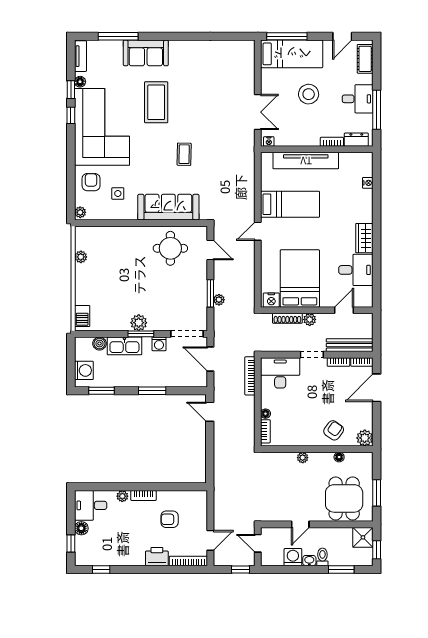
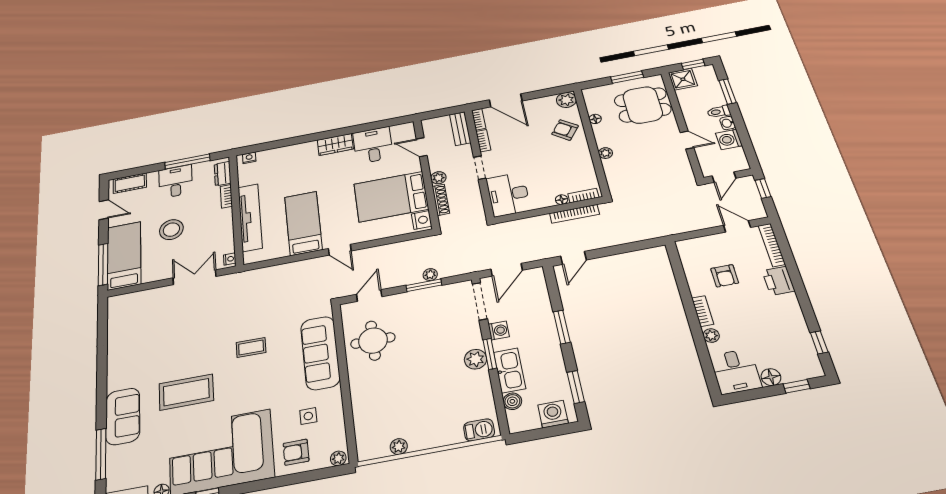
nightstand: (368, 183) -> (249, 158), moved
bench: (350, 345) -> (460, 129), width x0.73
bookcase: (250, 376) -> (574, 214), moved

